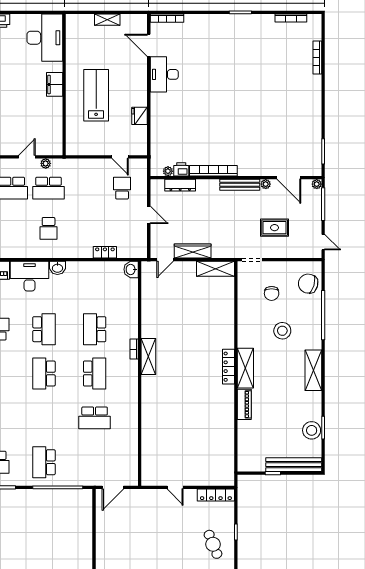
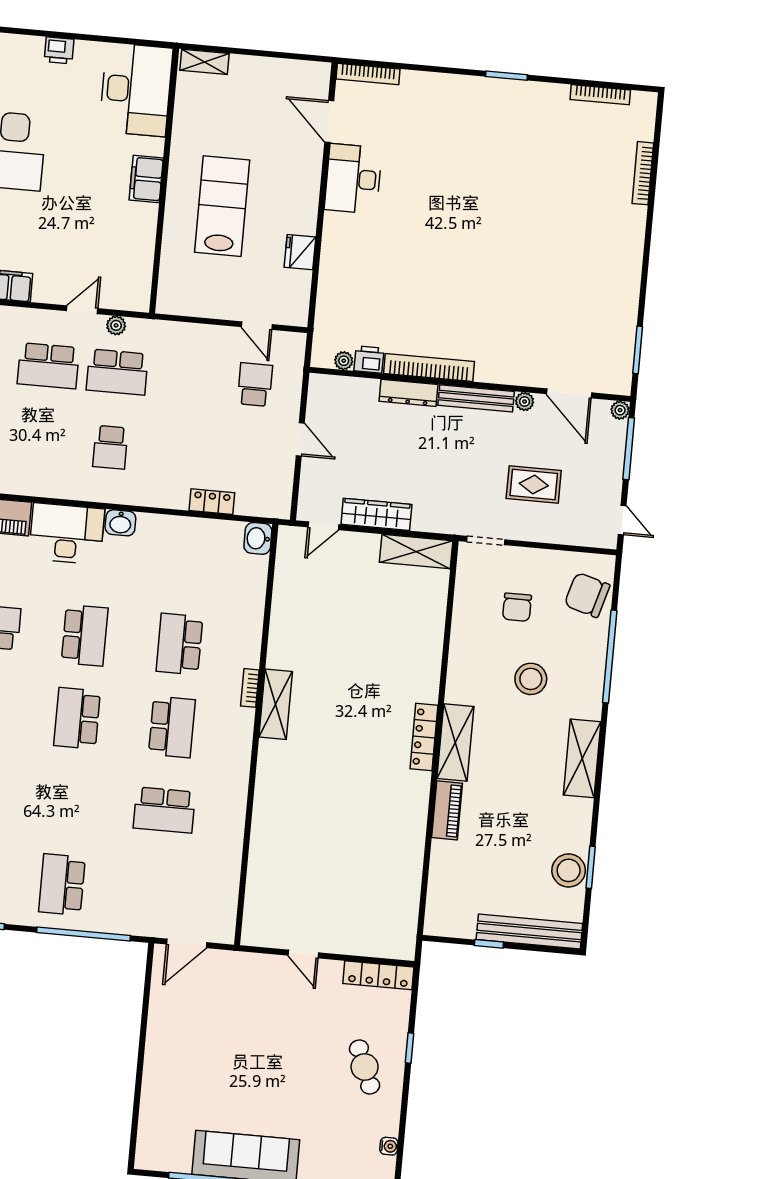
shelving: (107, 20) -> (205, 62), moved
dresser: (180, 185) -> (408, 393), moved

